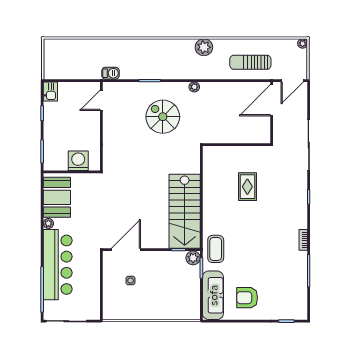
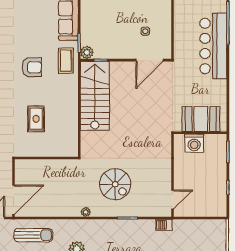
kitchen sink: (50, 91) -> (220, 208), removed
booth: (57, 197) -> (201, 119), moved, turned 90
plant: (48, 223) -> (222, 85), removed
armchair: (247, 298) -> (32, 67), moved

